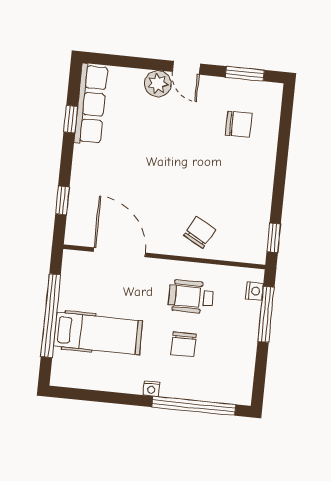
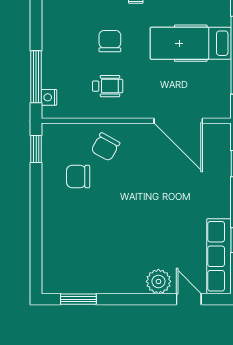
door: (186, 68) -> (189, 299), moved
chair: (239, 124) -> (78, 177), moved
wheelchair: (191, 297) -> (108, 86), width x0.73, depth x0.73

